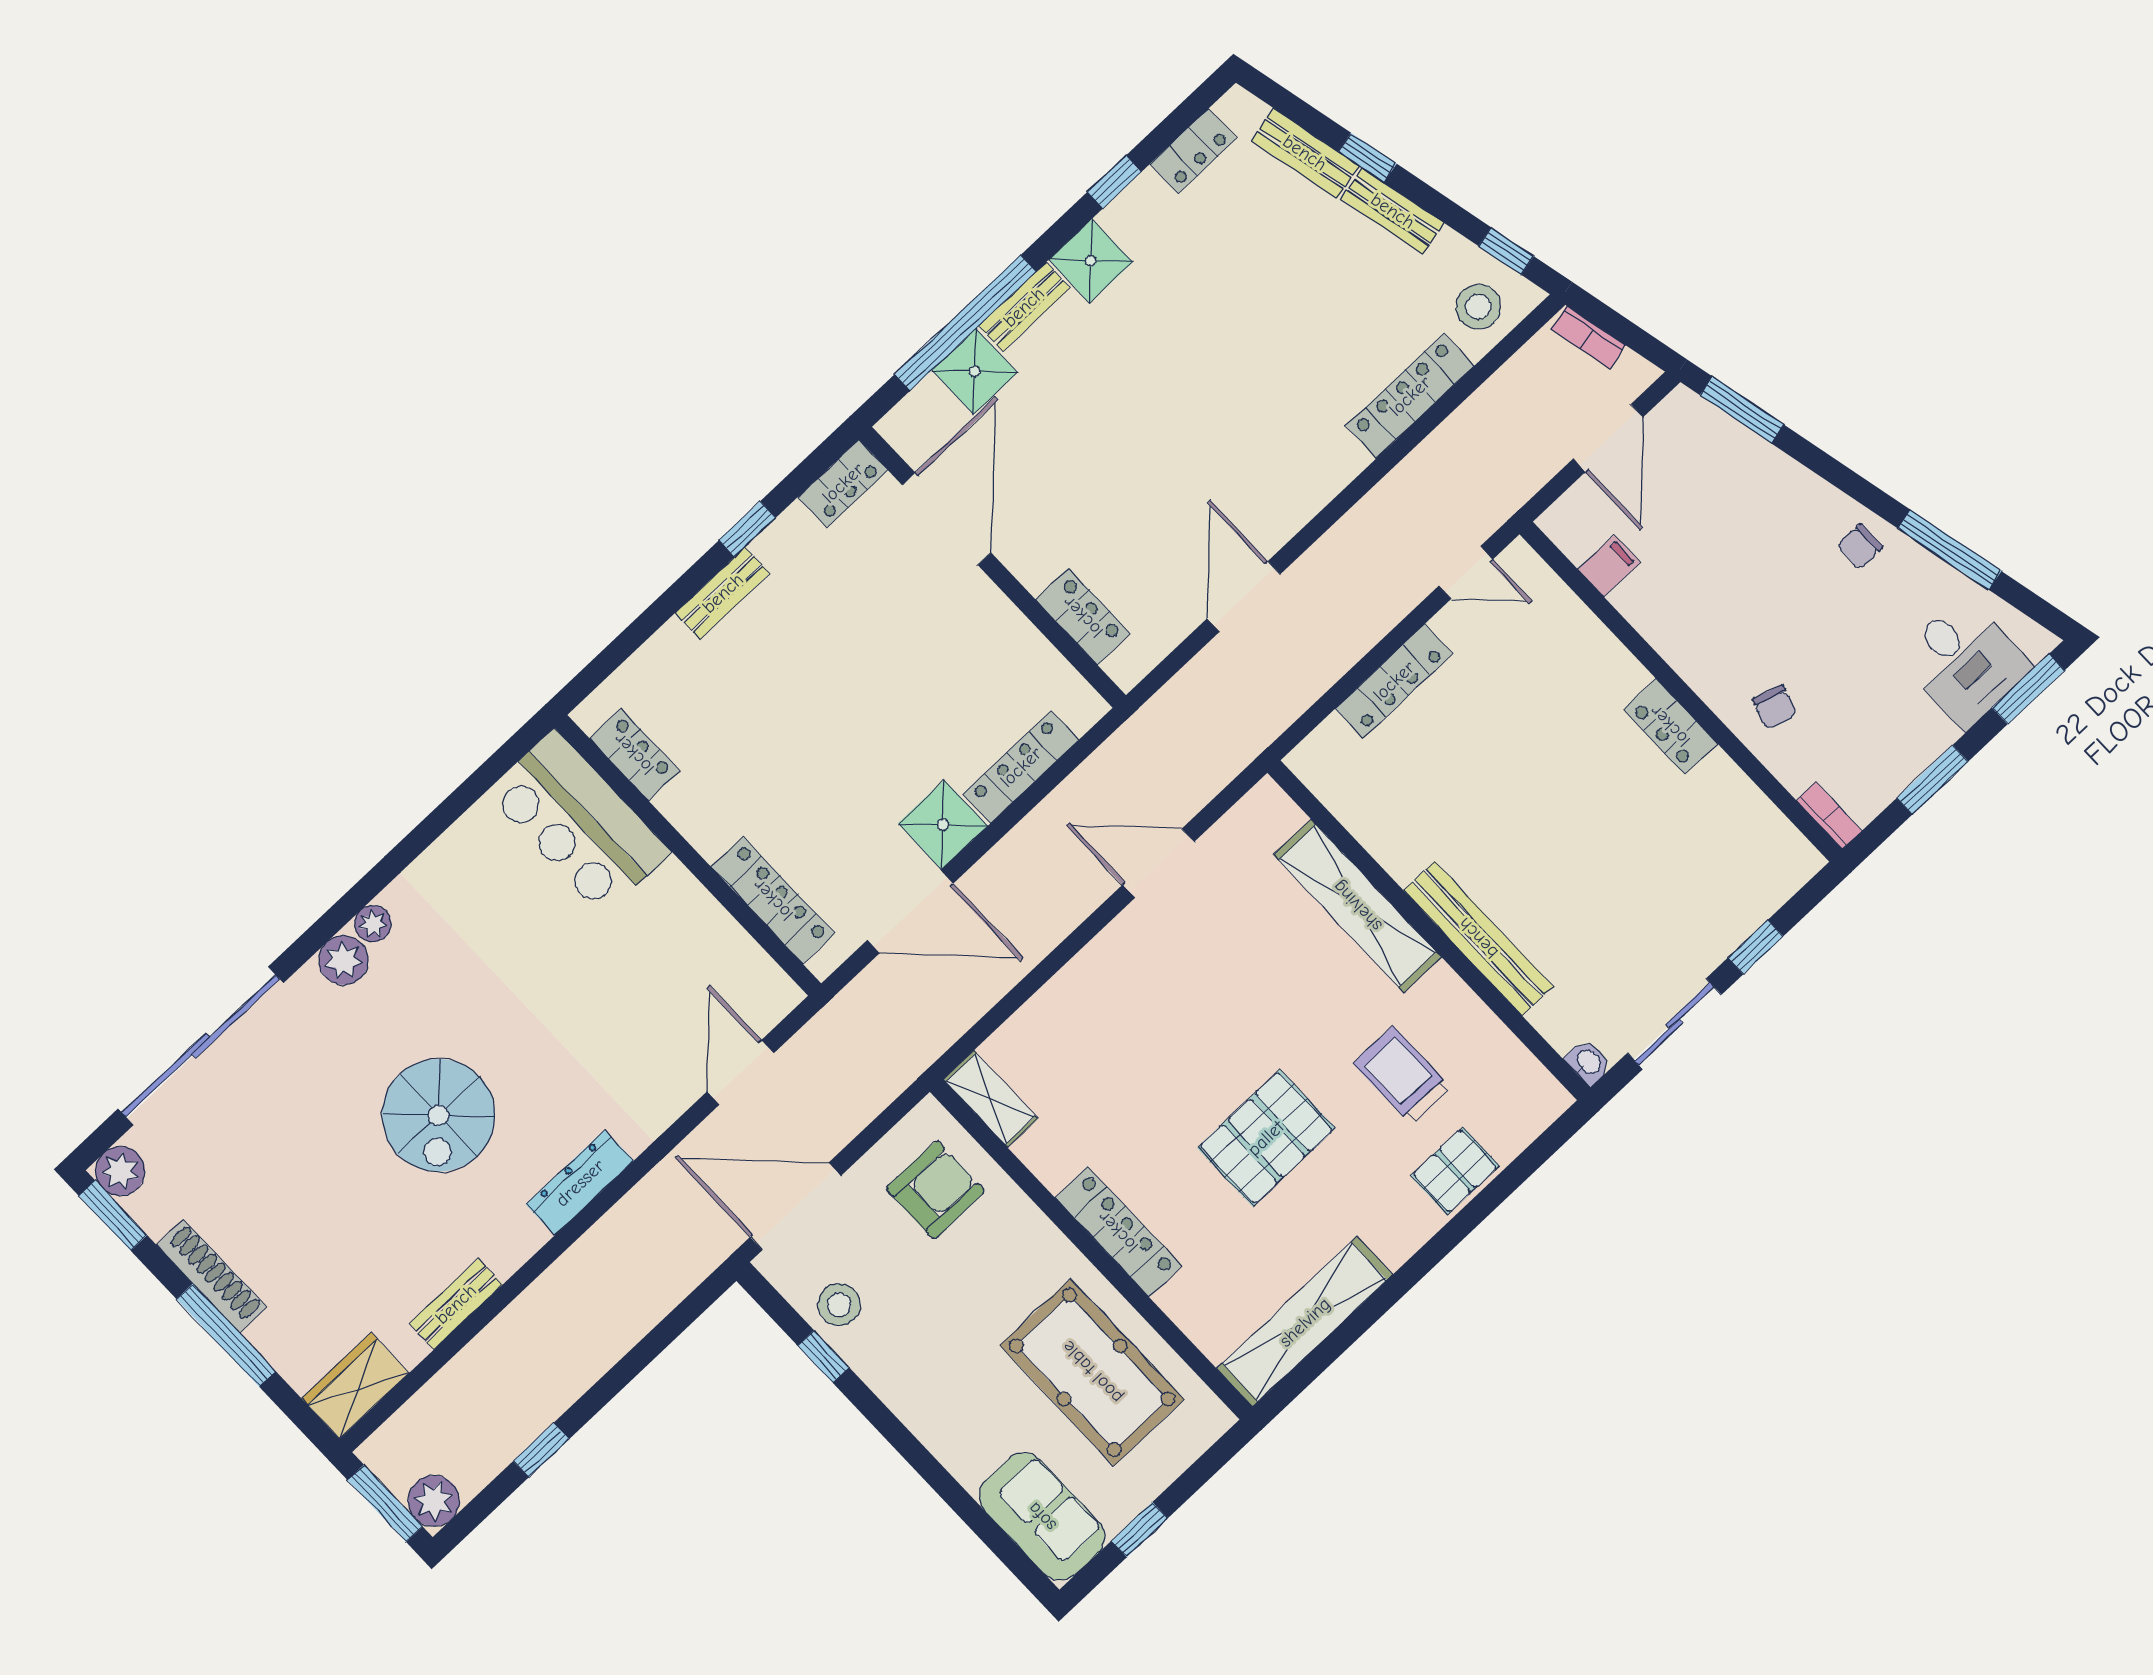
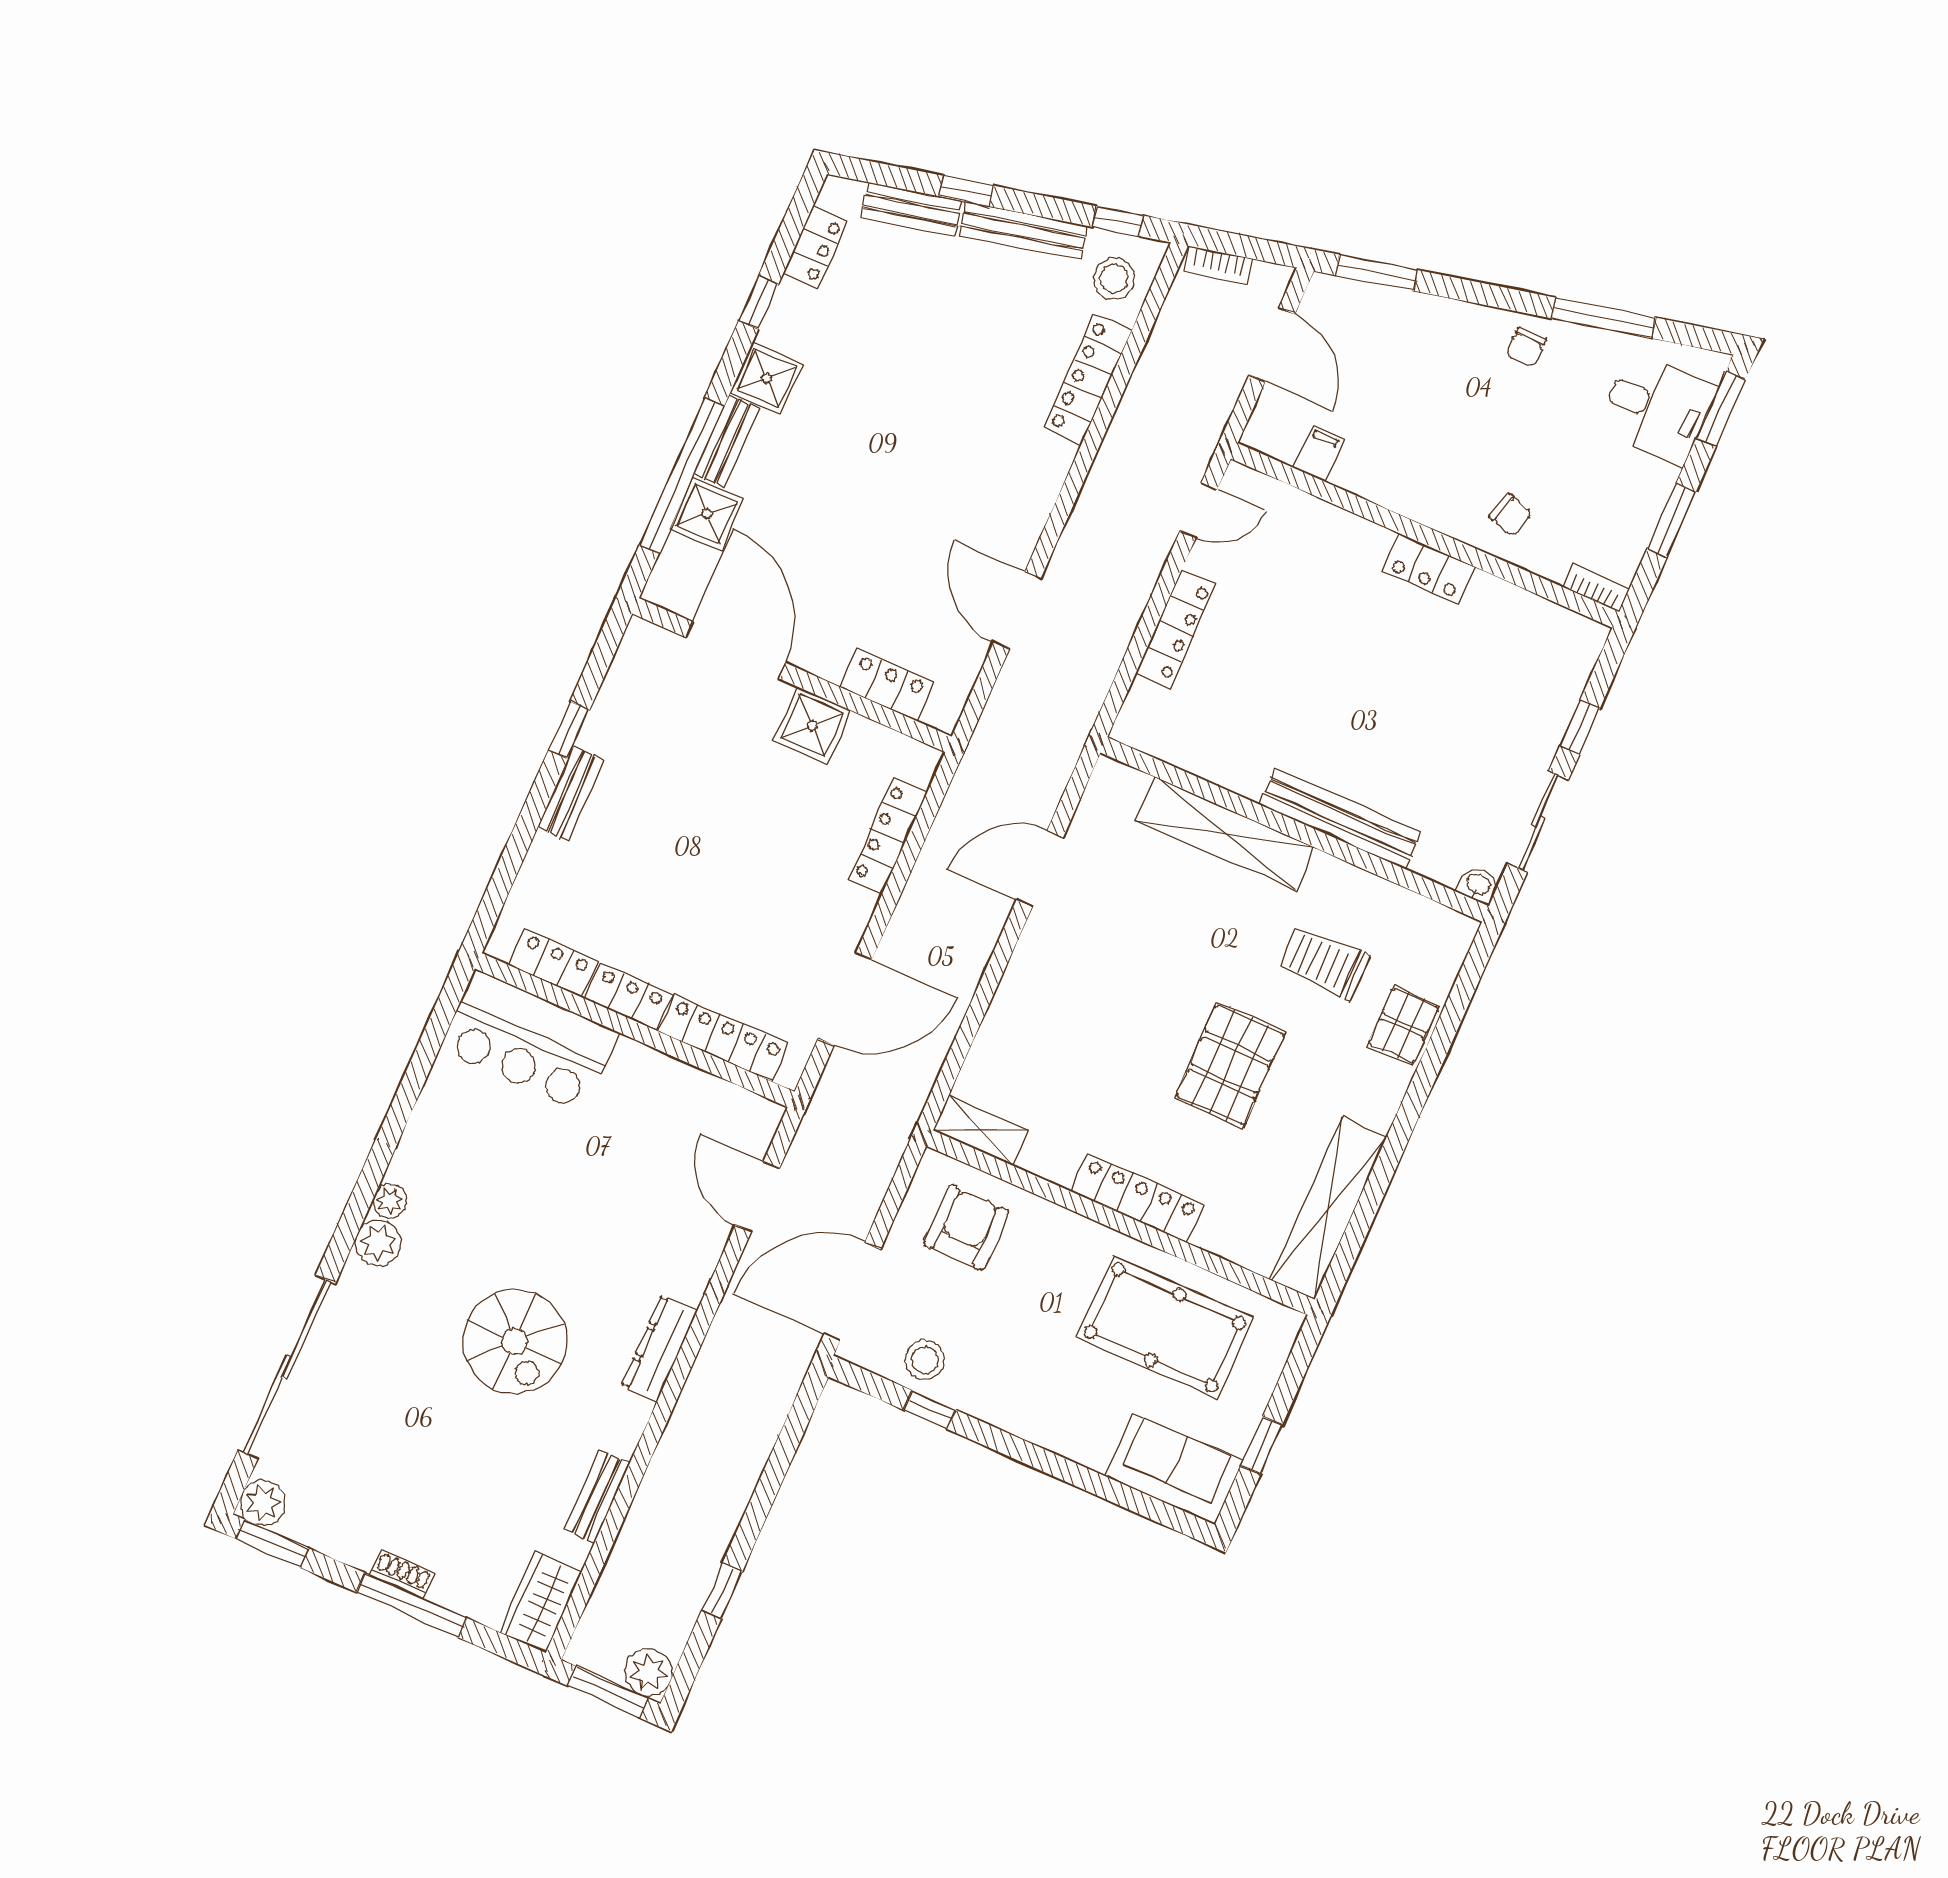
bench: (1393, 211) -> (1023, 231), width x1.36
locker: (843, 483) -> (628, 997), moved, turned -90
shower: (943, 825) -> (812, 725), moved
shoe rack: (212, 1276) -> (402, 1574), width x0.51, depth x0.81

